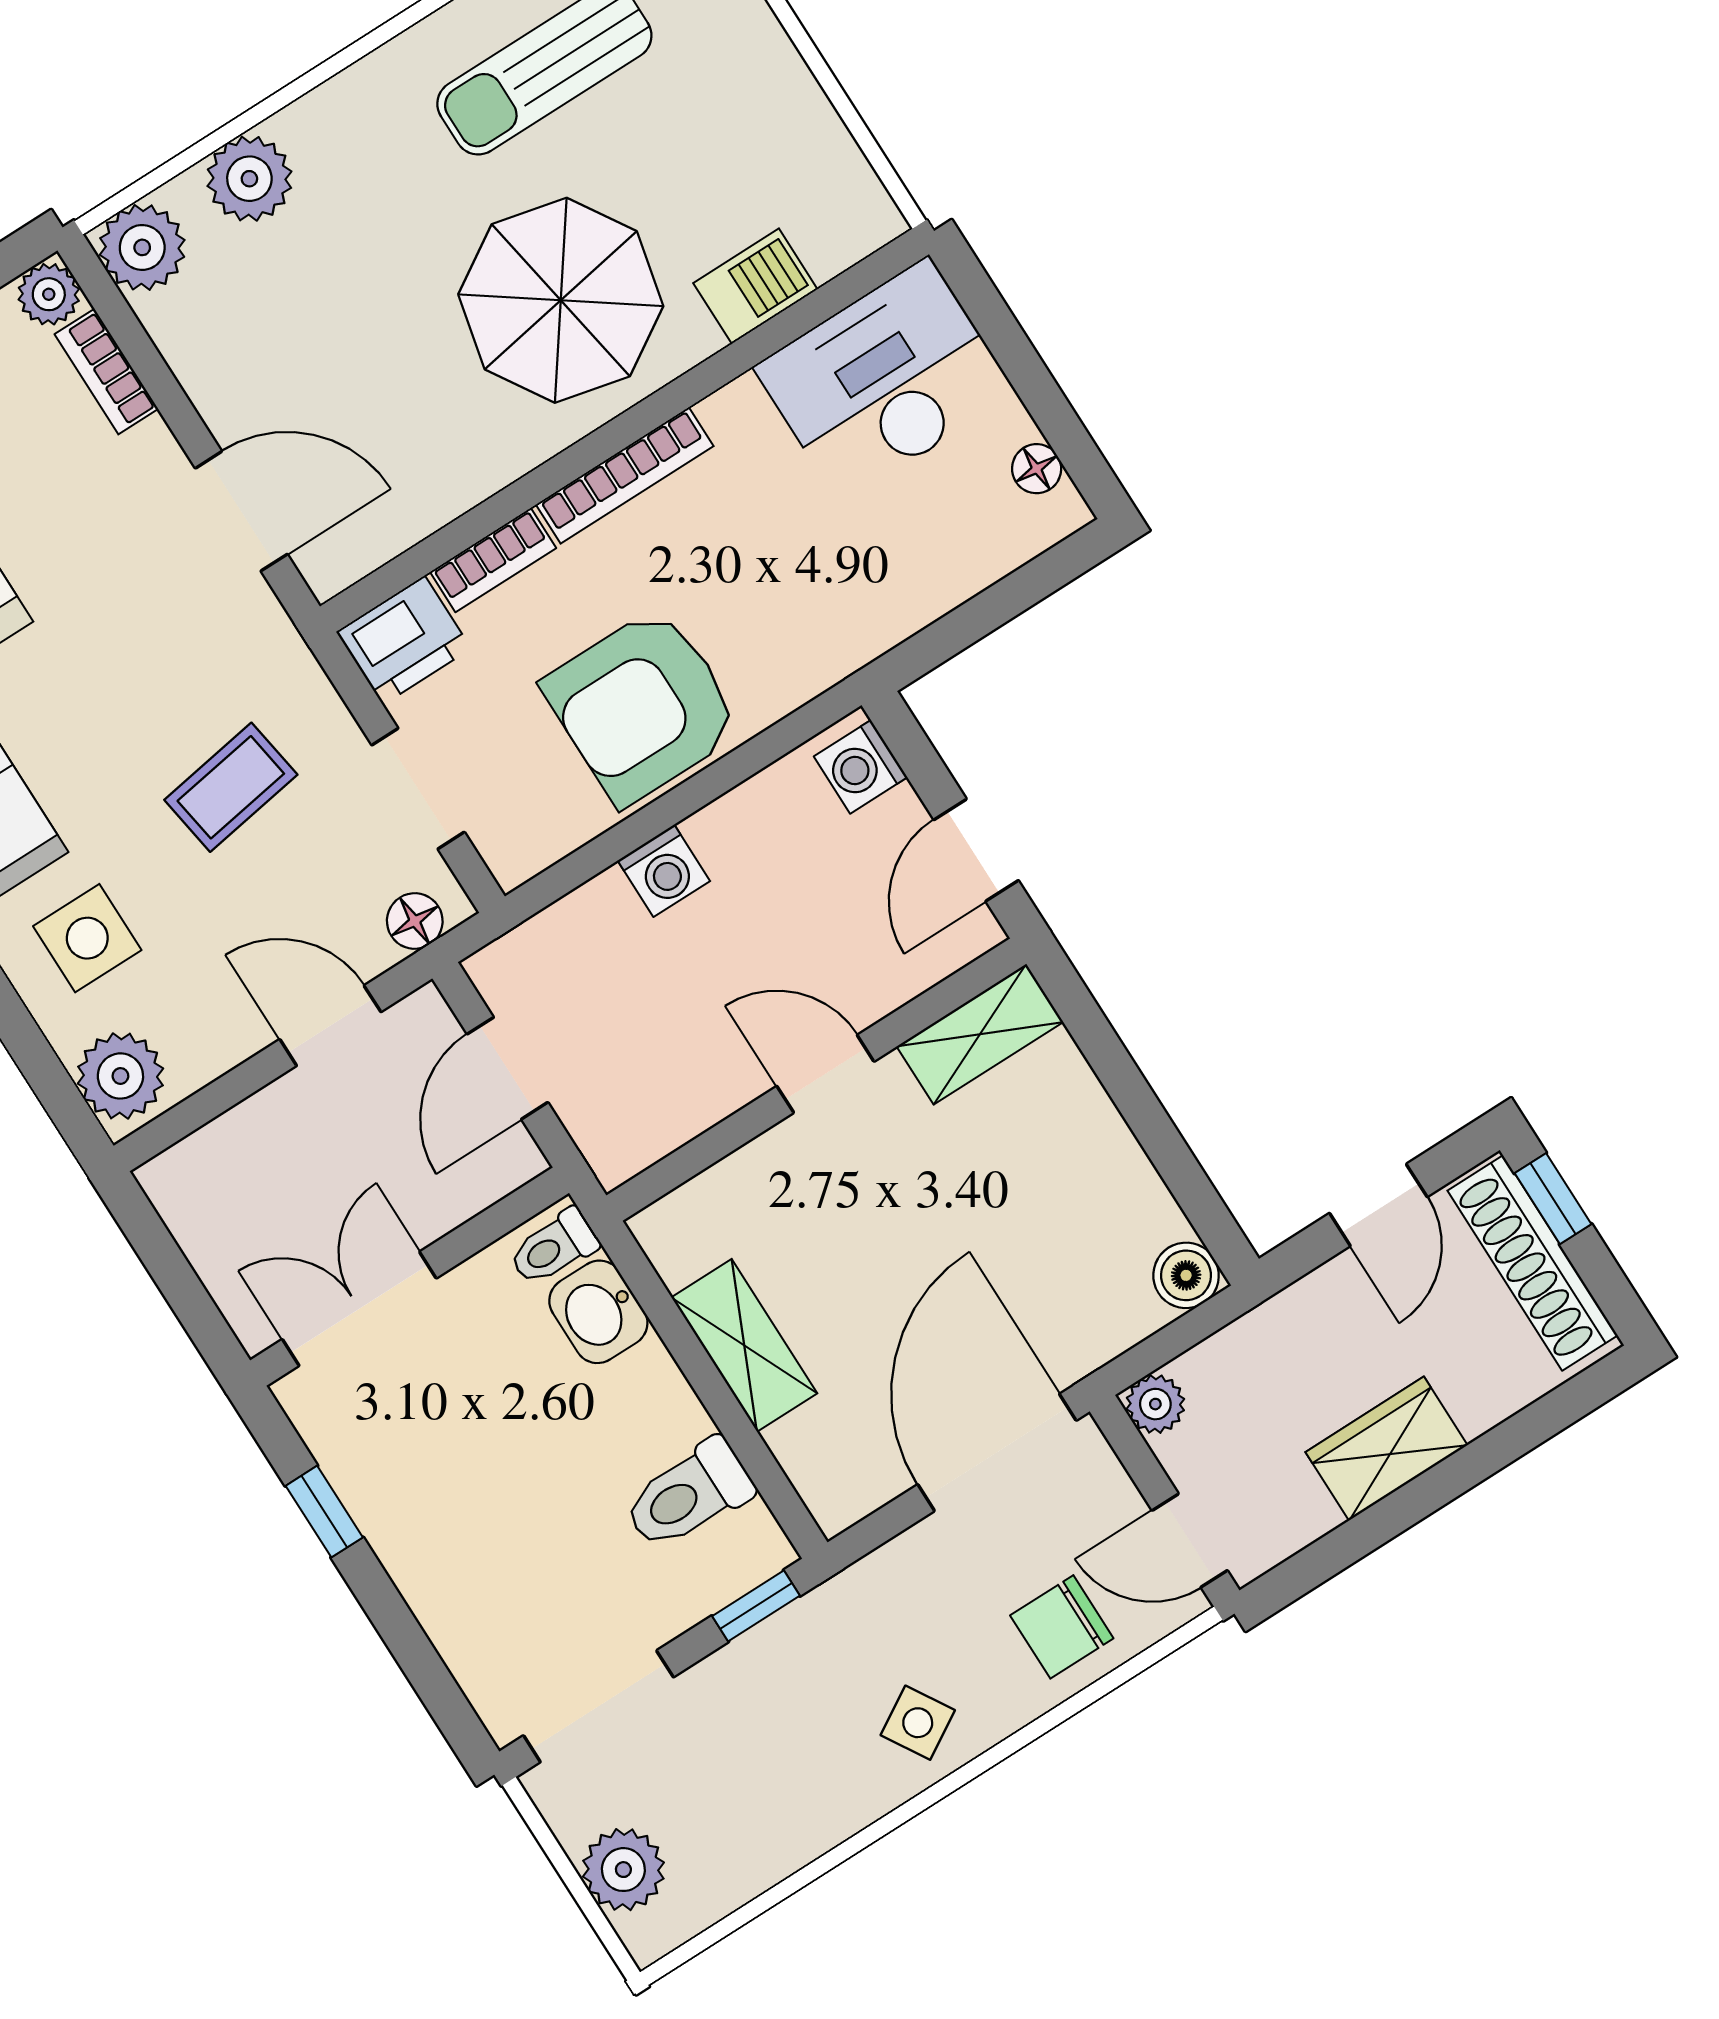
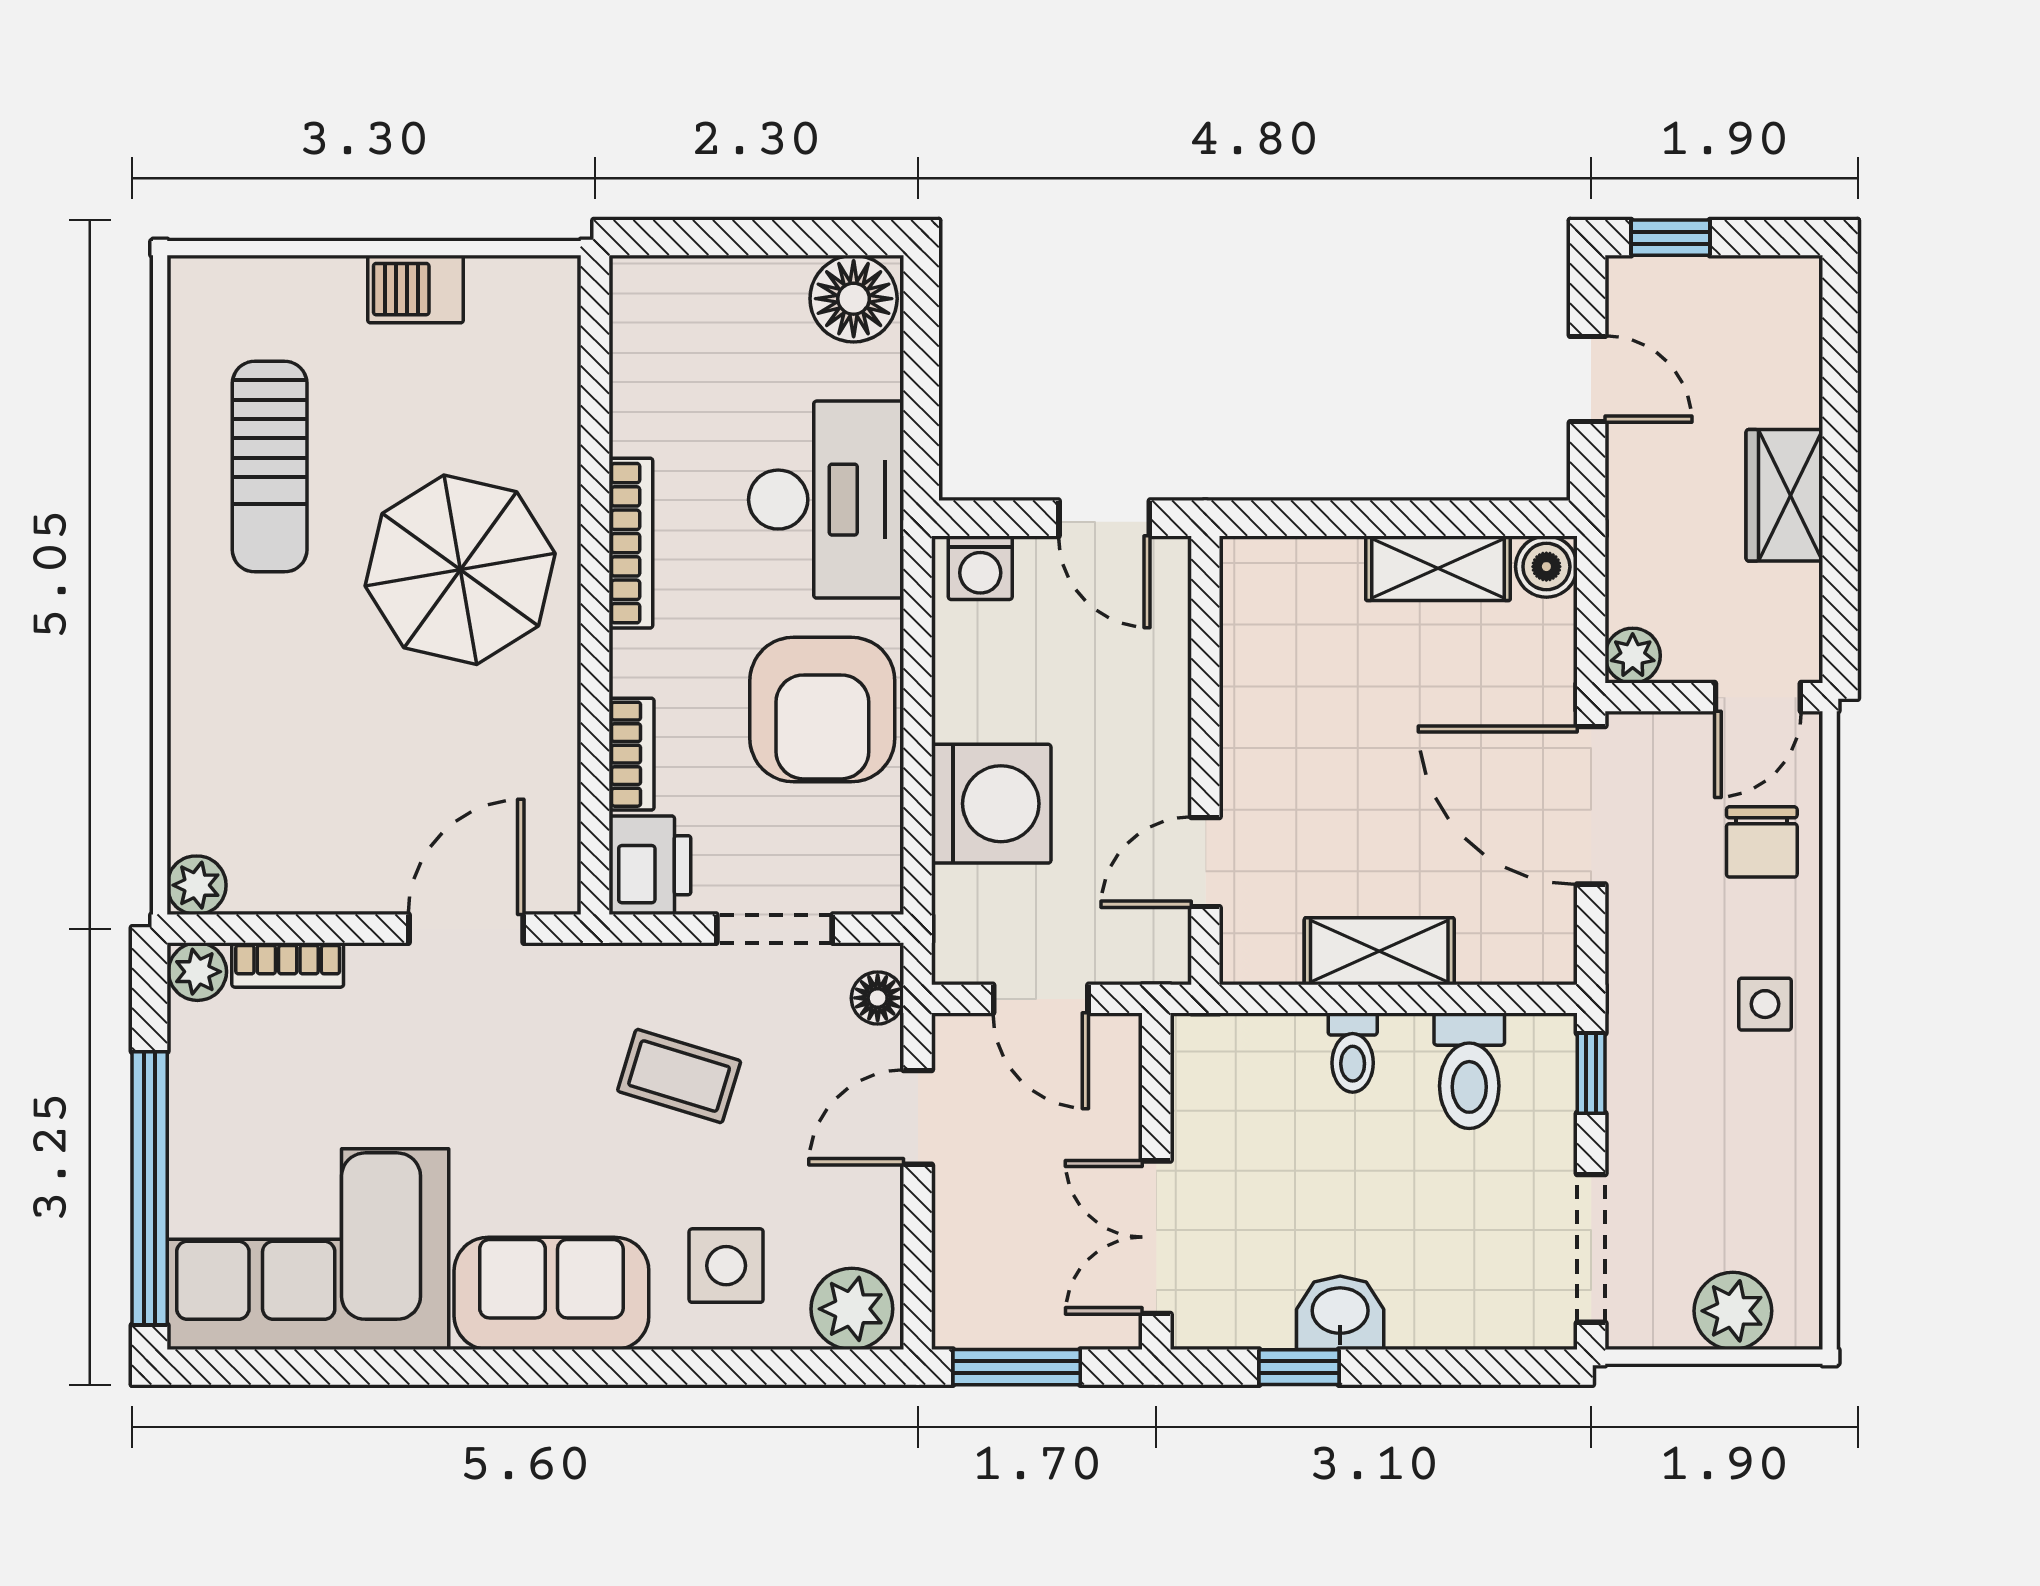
plant: (249, 179) -> (207, 755), removed
plant: (142, 247) -> (197, 885), width x0.73, depth x0.73
barbecue: (755, 286) -> (416, 289), moved, turned -90
desk: (885, 380) -> (826, 500), moved, turned 180
floor lamp: (1037, 469) -> (854, 299), width x1.89, depth x1.89
bookcase: (625, 475) -> (631, 543), moved
coffee table: (231, 787) -> (679, 1076), turned -64
washing machine: (664, 871) -> (991, 804), width x1.89, depth x1.89
shelving: (980, 1034) -> (1438, 568), moved, turned 90
door: (825, 1074) -> (1205, 862), moved
toilet: (554, 1247) -> (1353, 1053), moved
window: (162, 1258) -> (1017, 1367), added
shoe rack: (1533, 1263) -> (1711, 286), removed
washbasin: (598, 1312) -> (1340, 1313), moved, turned 180
side table: (918, 1723) -> (1765, 1004), turned 31

